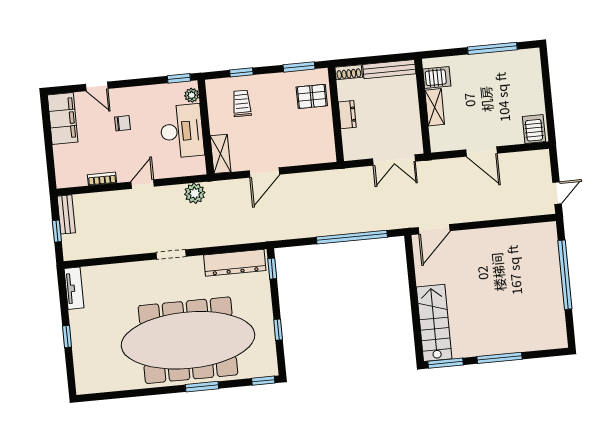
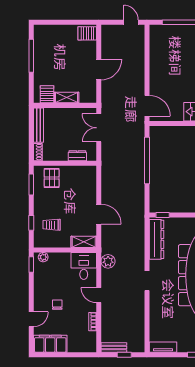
dresser: (347, 115) -> (77, 156), moved
desk: (182, 131) -> (84, 266), moved, width x0.73
double door: (394, 160) -> (99, 128), swing flipped

